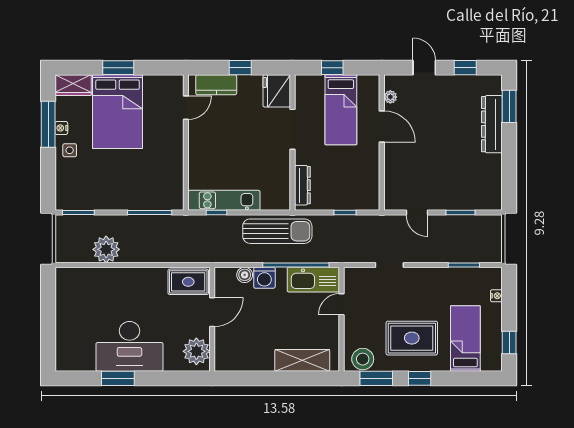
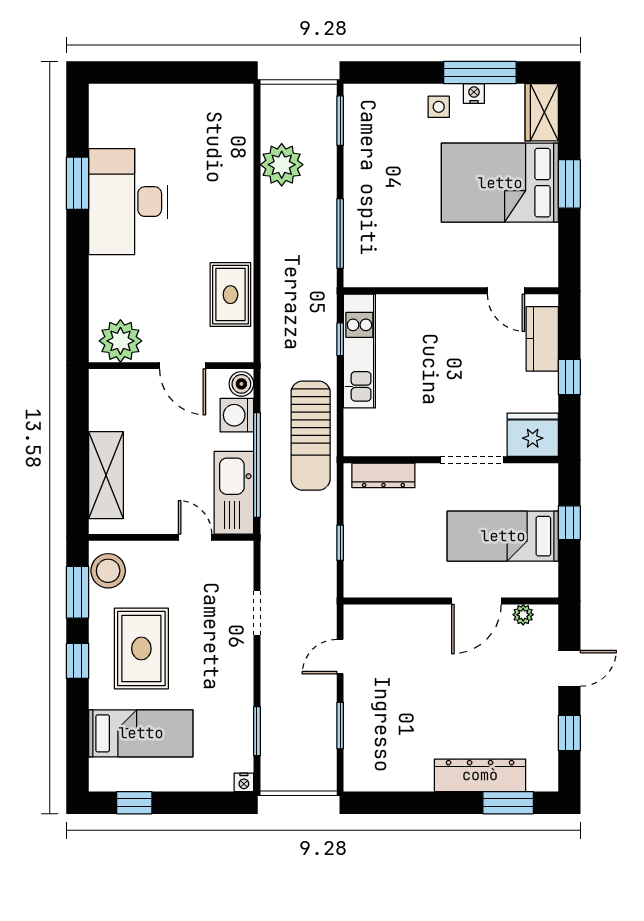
nightstand: (496, 296) -> (244, 782), moved
door: (212, 312) -> (183, 366), moved
wall: (212, 319) -> (171, 366), moved
plant: (196, 351) -> (120, 341), moved

